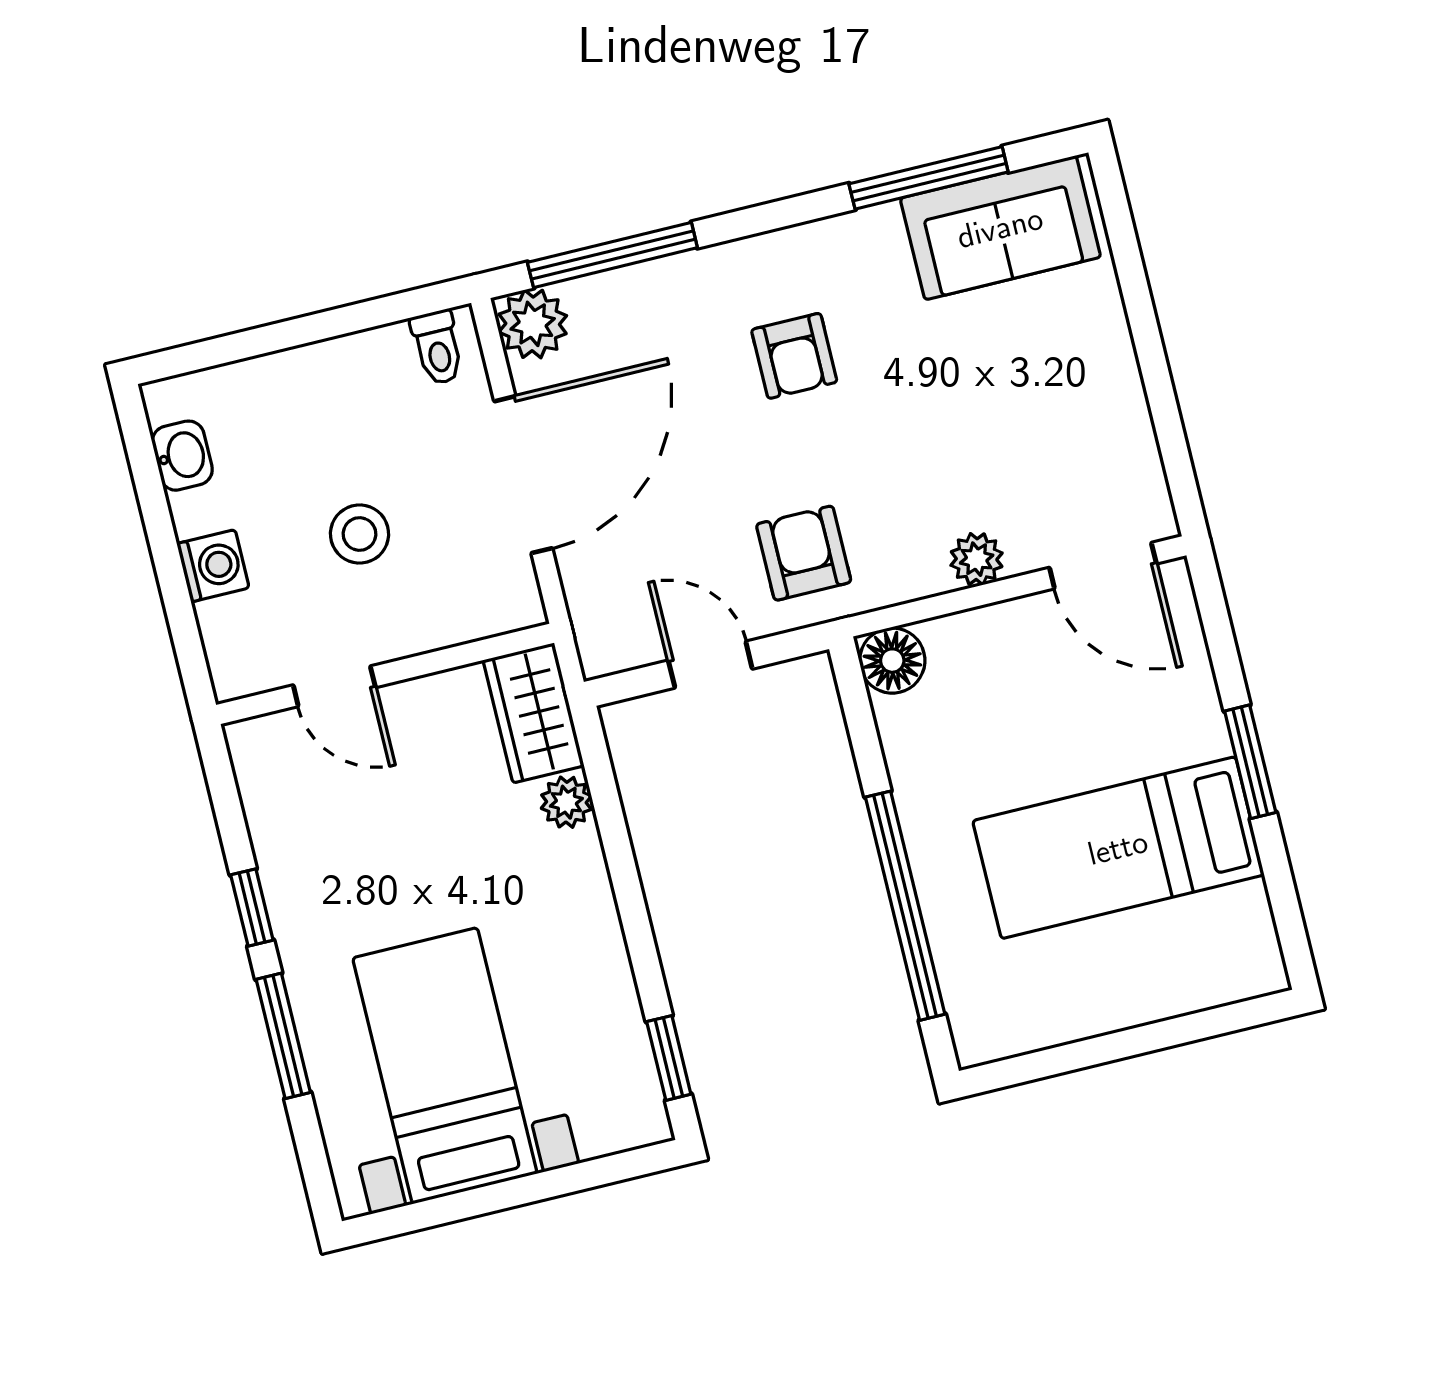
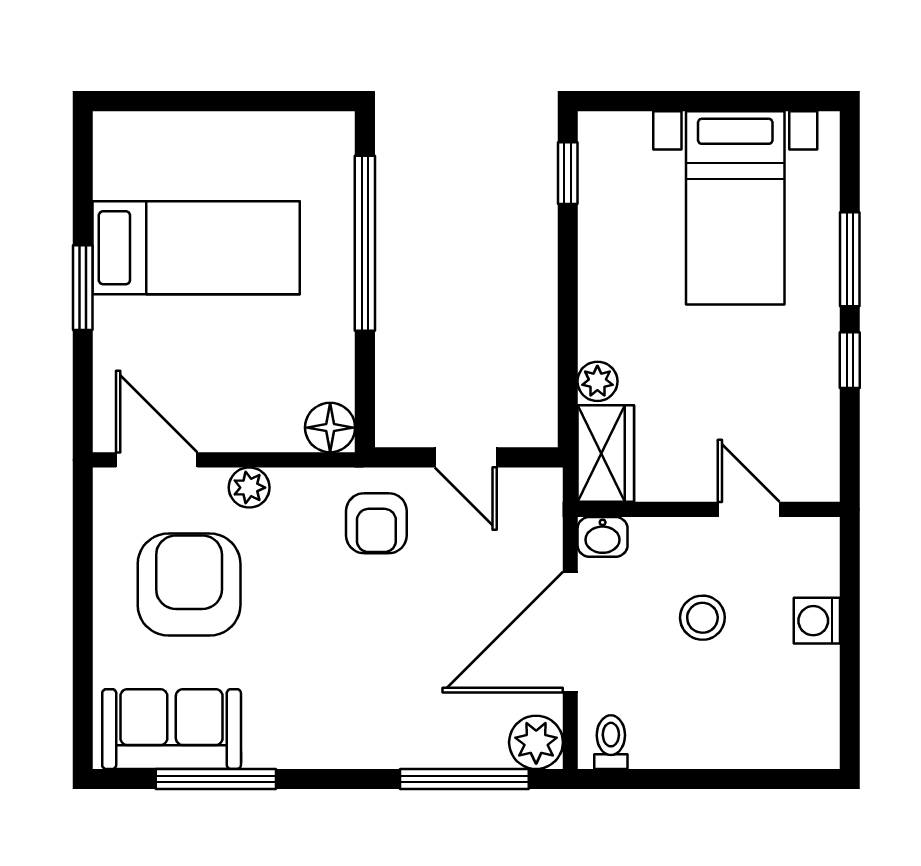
armchair: (794, 356) -> (189, 585), moved, width x1.88, depth x1.88
washbasin: (182, 456) -> (603, 537), moved, turned -90

